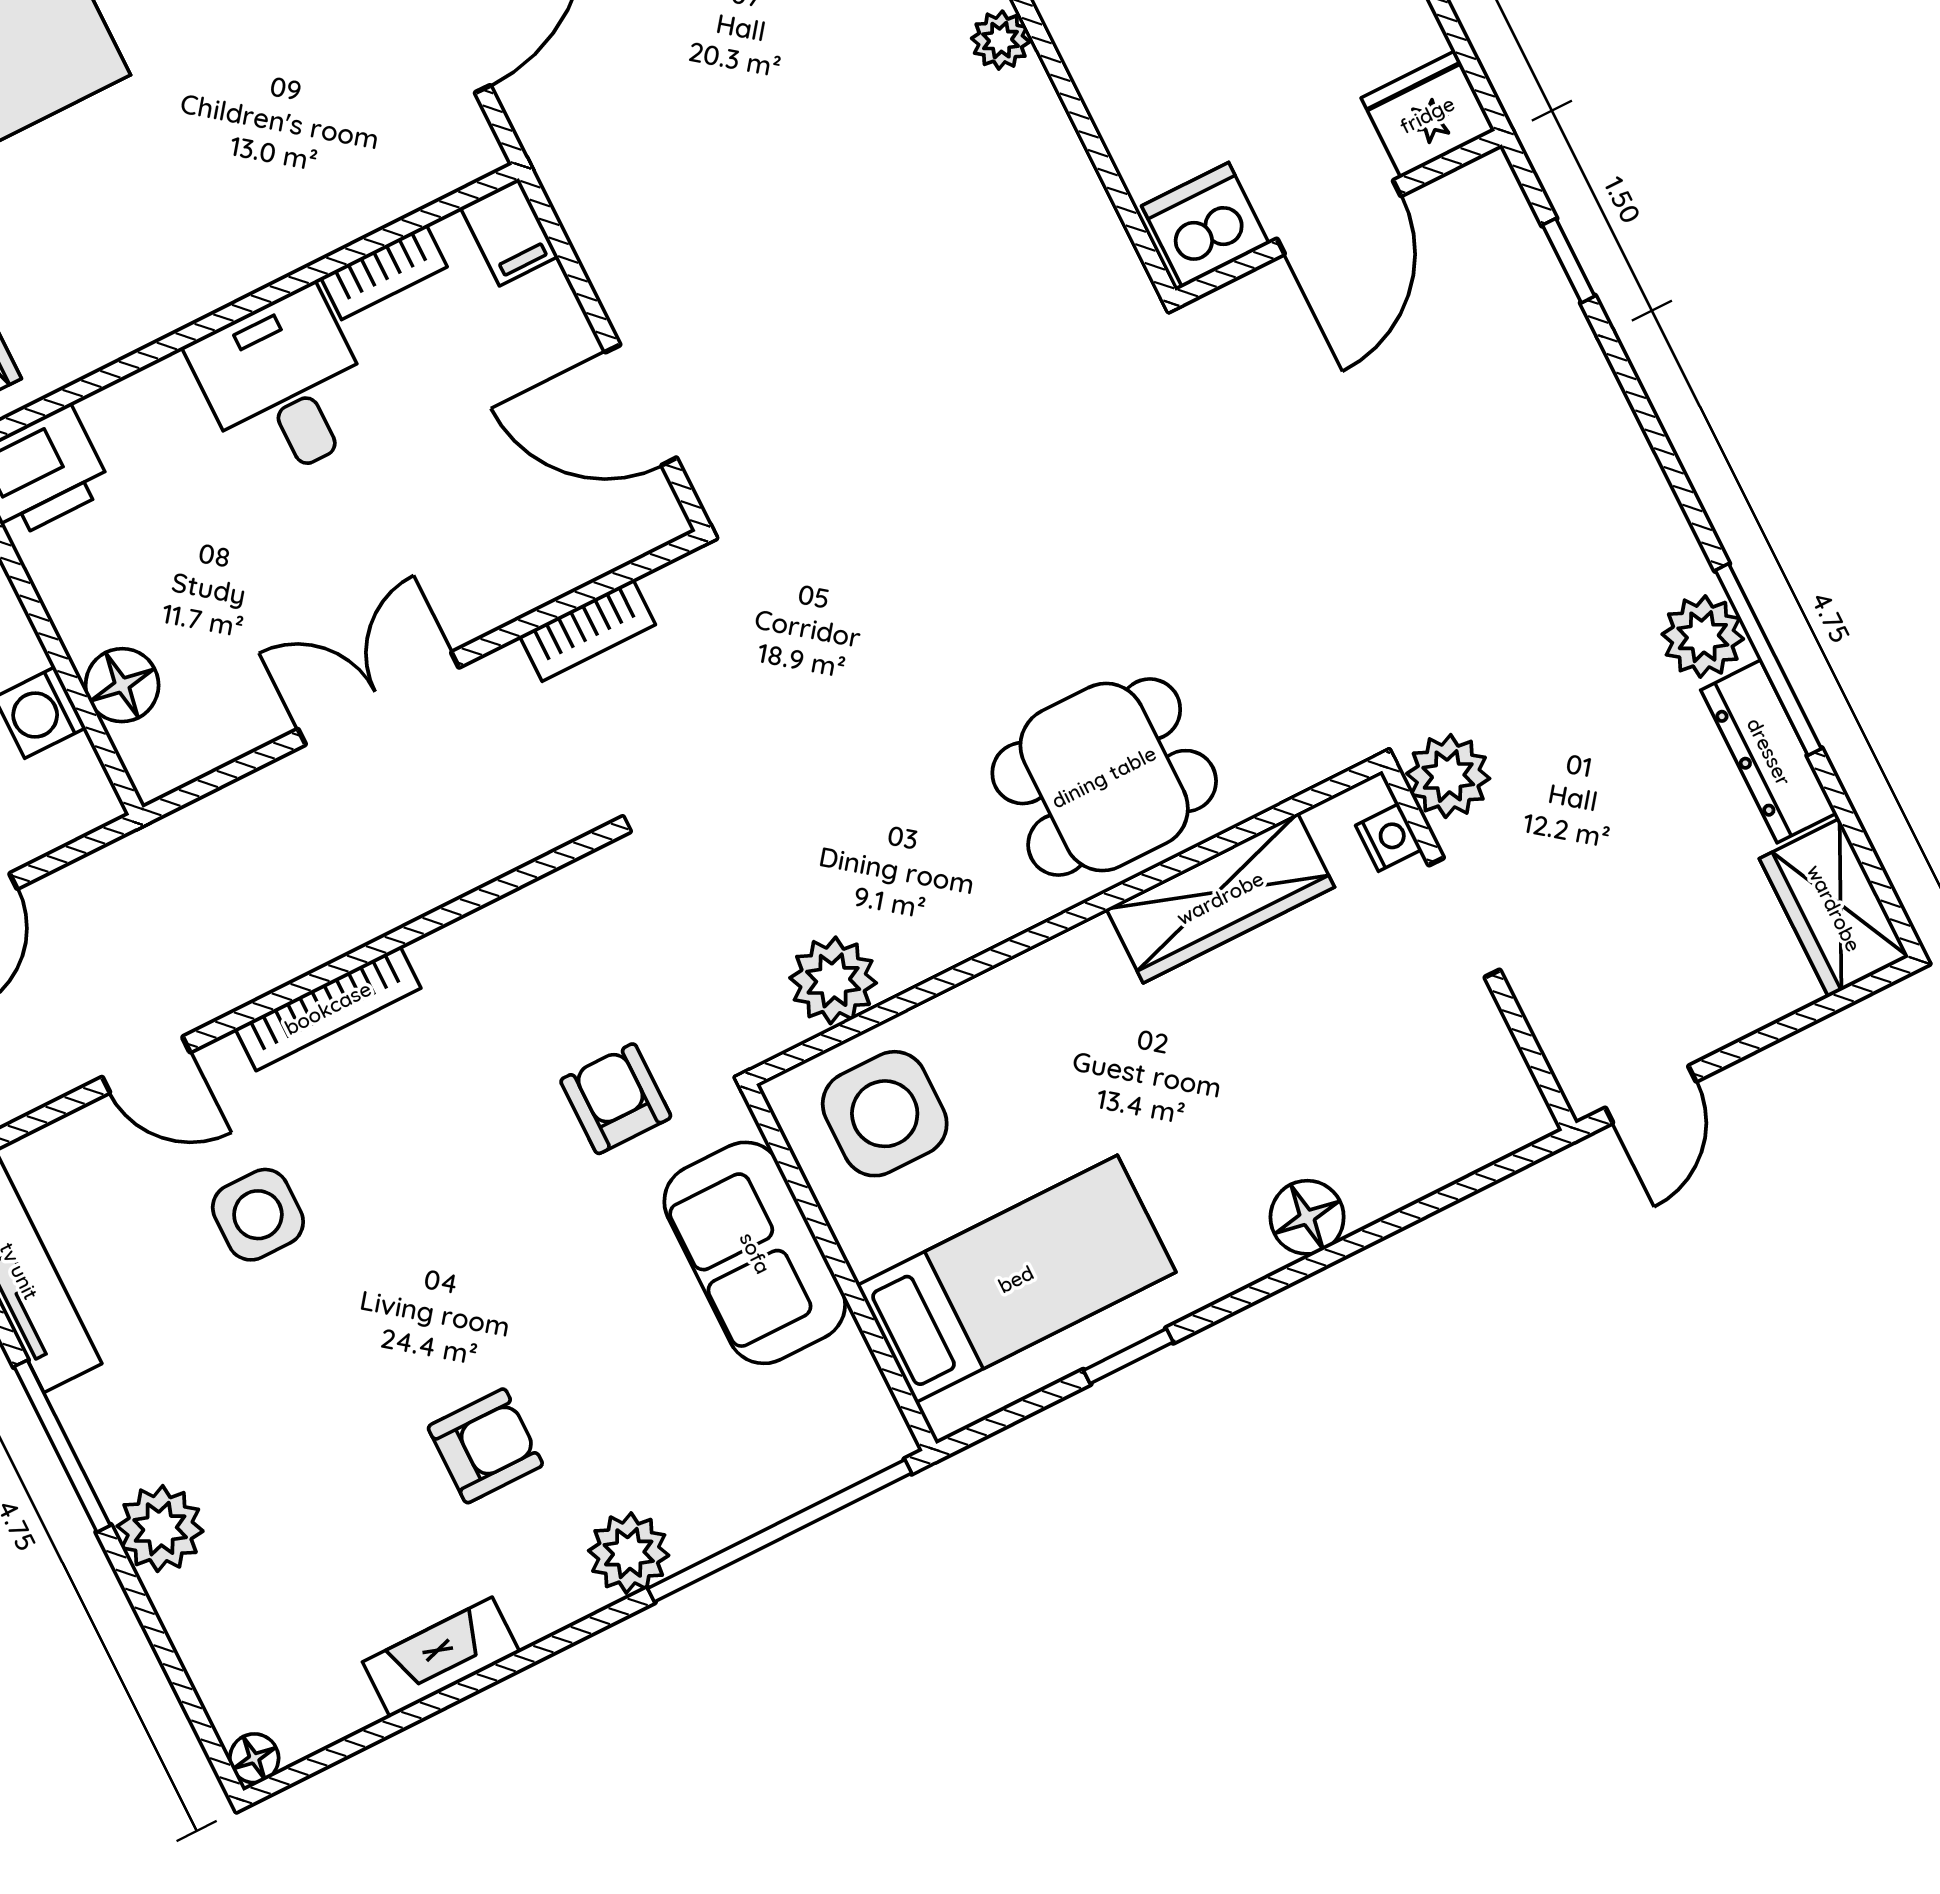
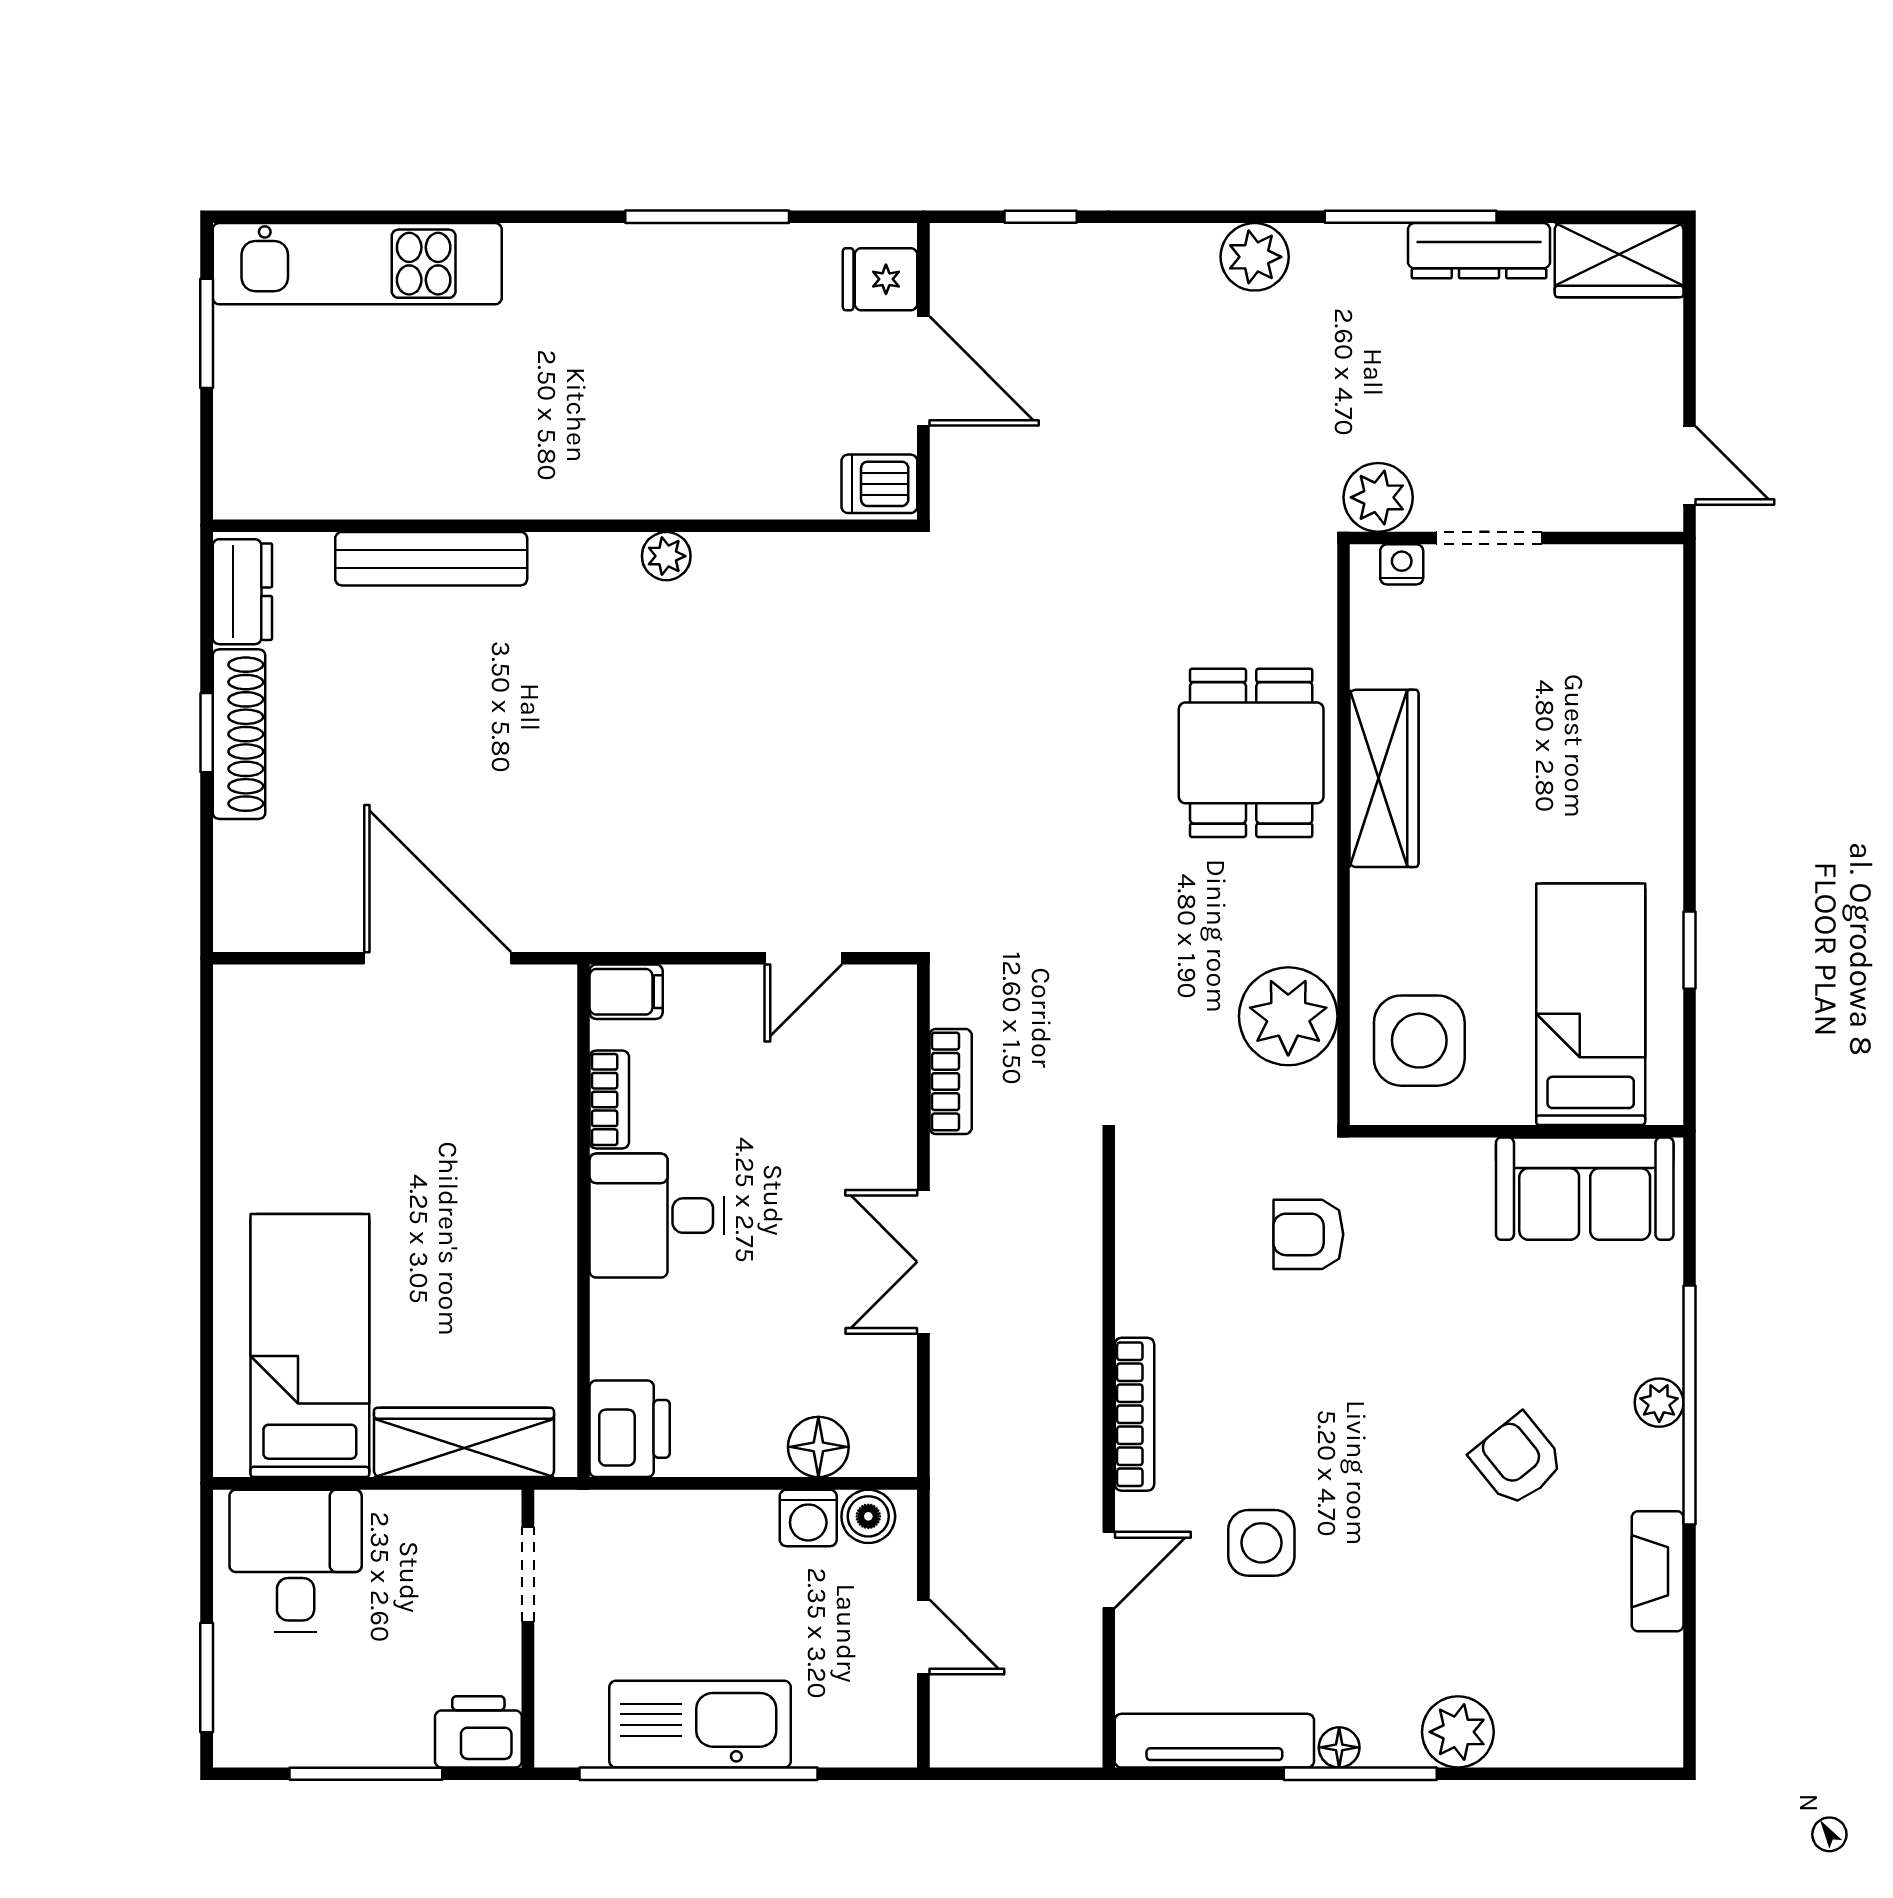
fridge: (1427, 115) -> (880, 279), width x0.72
dishwasher: (1205, 225) -> (879, 484), width x0.73
door: (641, 405) -> (803, 958), width x0.73
plant: (1703, 637) -> (1255, 257), moved
boiler: (74, 776) -> (868, 1516), added
wardrobe: (1220, 898) -> (1384, 778), moved
plant: (833, 980) -> (1288, 1016), width x1.36, depth x1.36
floor lamp: (1307, 1217) -> (1653, 766), removed
sofa: (755, 1253) -> (1585, 1189), moved
armchair: (485, 1446) -> (1517, 1460), turned -39
window: (780, 1531) -> (1689, 1405), moved
plant: (629, 1553) -> (1659, 1403), width x0.73, depth x0.73
floor lamp: (254, 1758) -> (1339, 1747), moved

